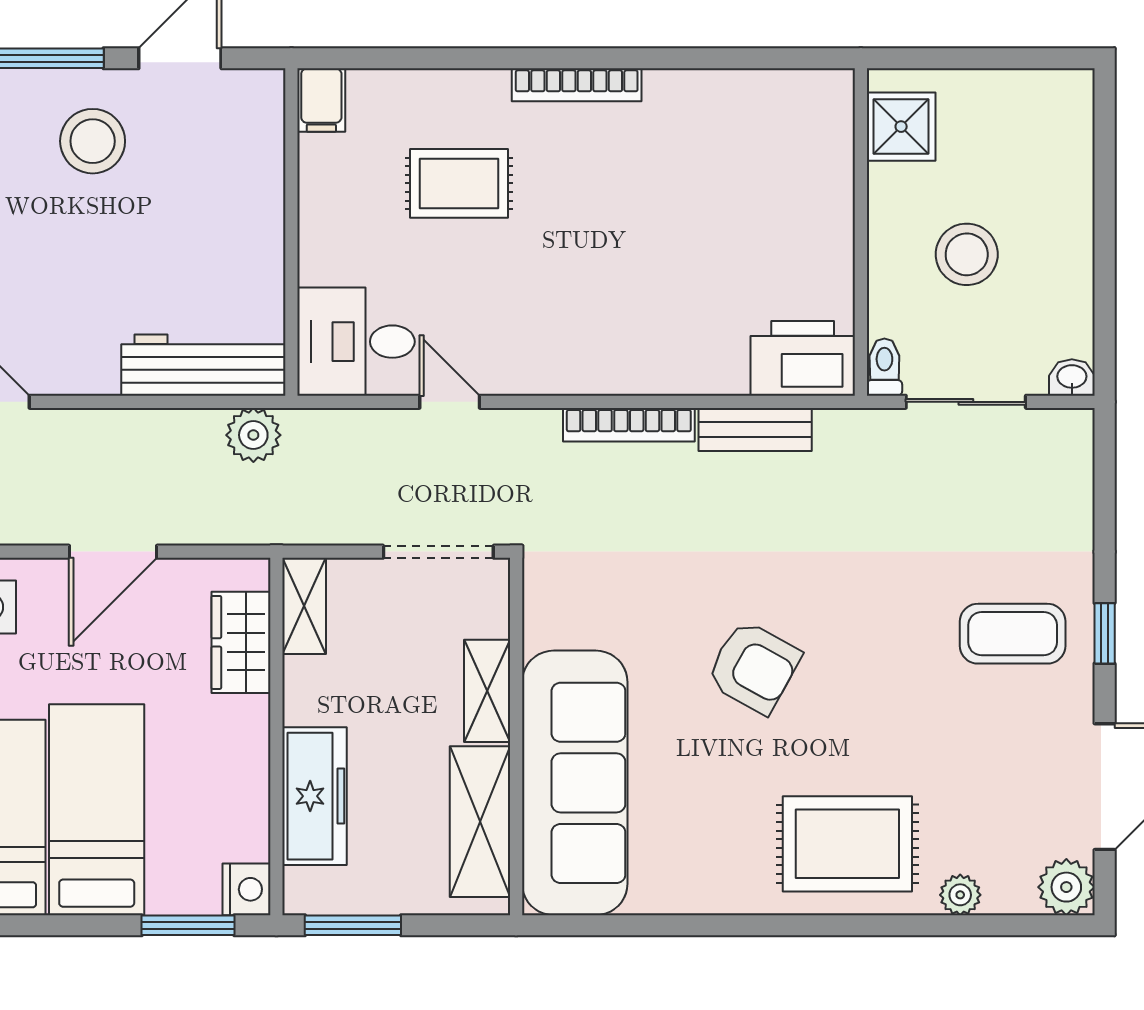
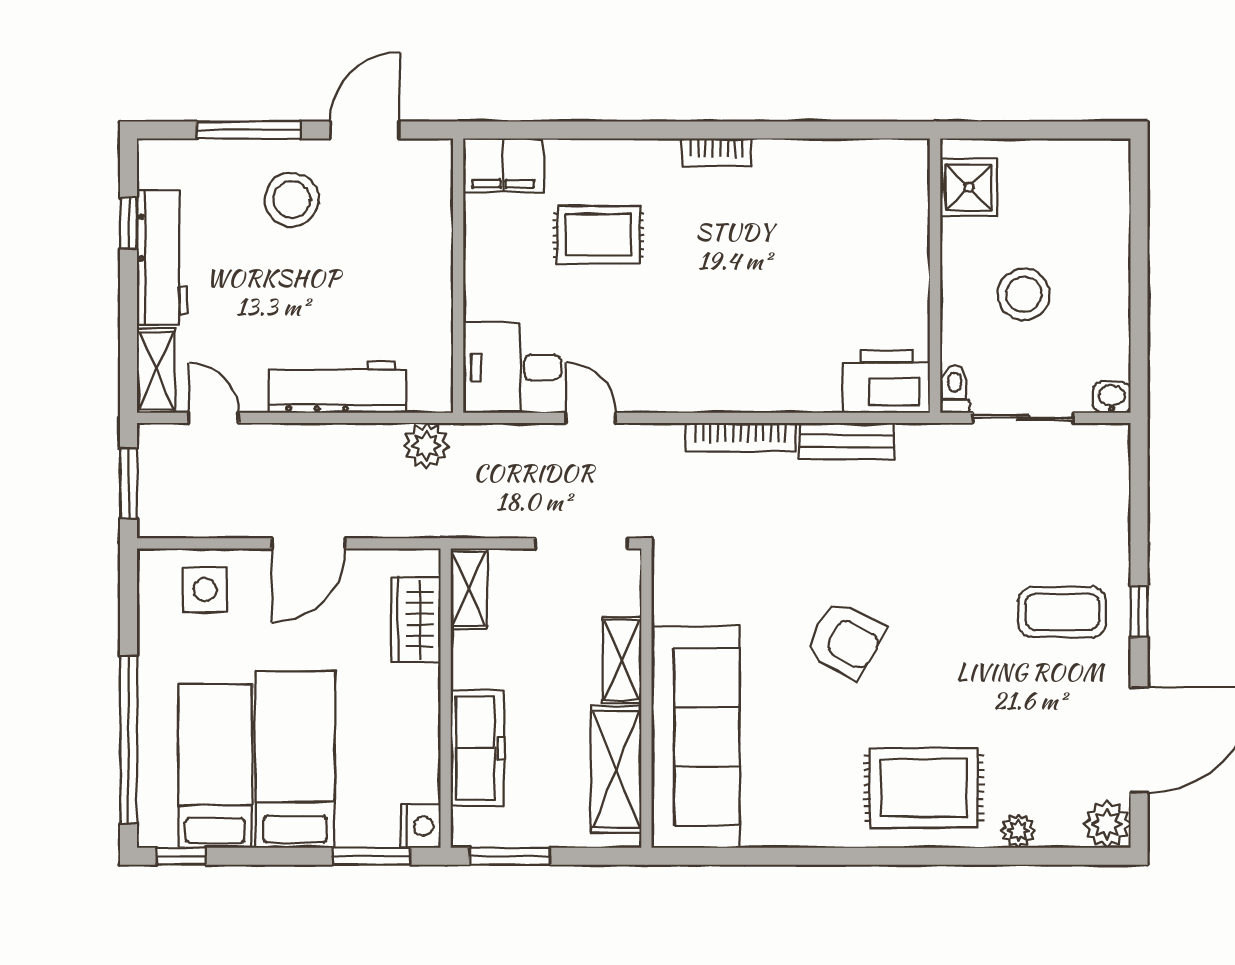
bookcase: (577, 85) -> (717, 152), width x0.64
filing cabinet: (321, 100) -> (503, 165), width x2.00
workbench: (203, 365) -> (338, 387), moved

